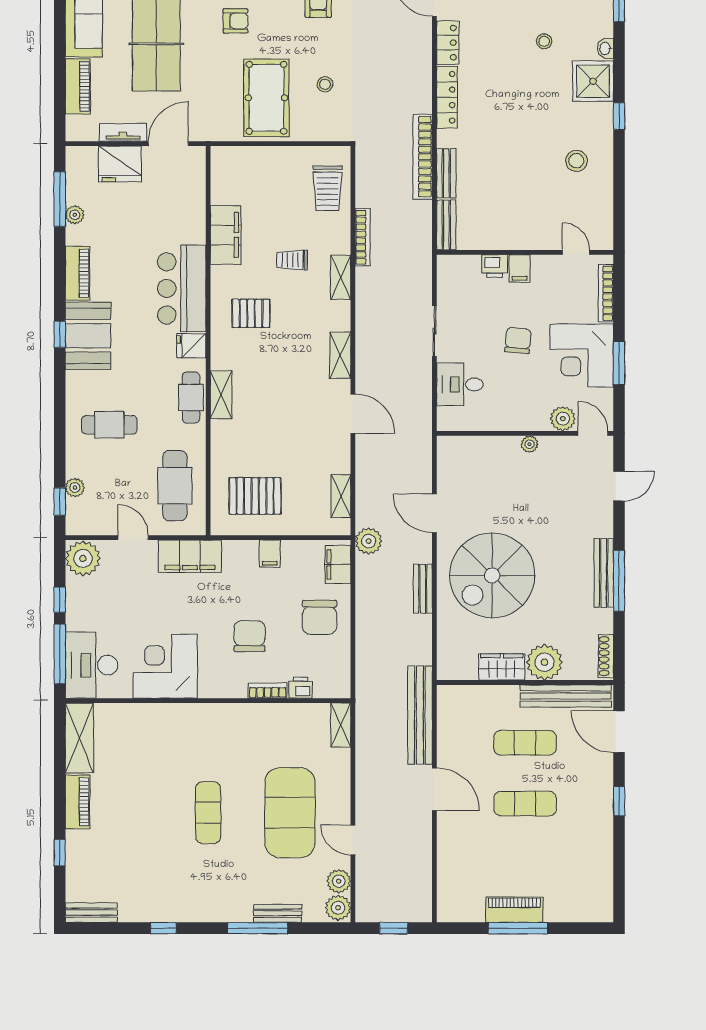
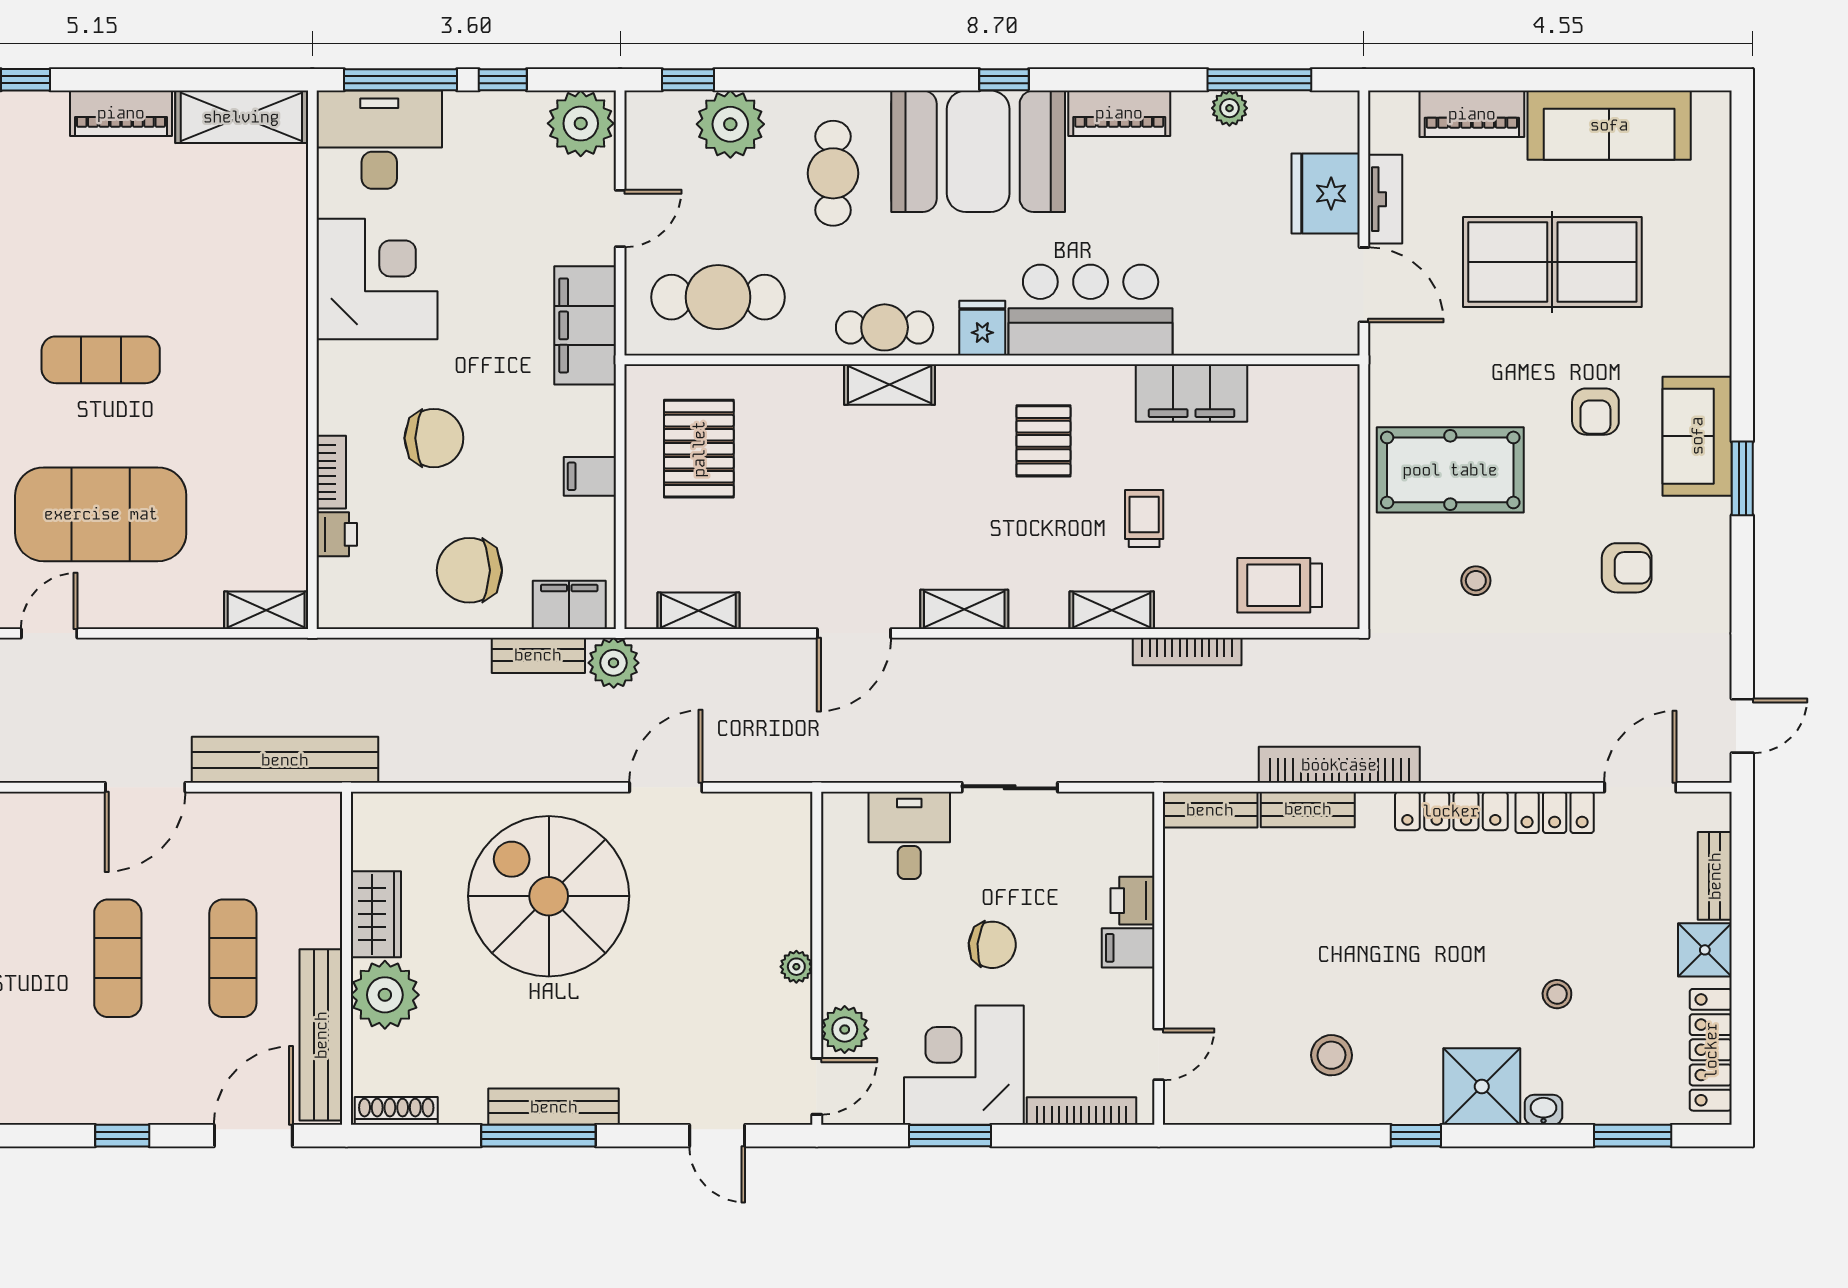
booth: (88, 336) -> (978, 151), width x1.36, depth x1.42
plant: (75, 488) -> (730, 124), width x1.88, depth x1.88
bench: (423, 589) -> (538, 655), moved

